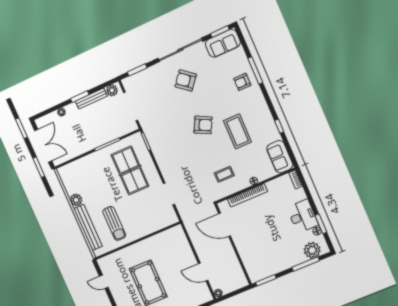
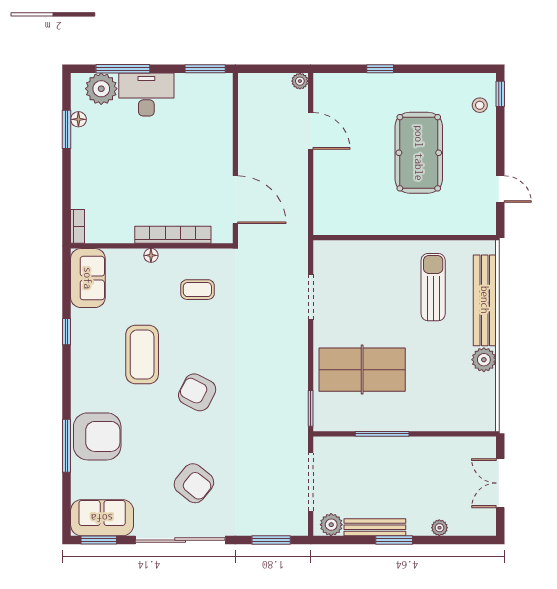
armchair: (242, 82) -> (97, 436), width x1.88, depth x1.88
double door: (43, 146) -> (500, 483), width x0.73
table tennis table: (130, 171) -> (362, 370), turned 90
desk: (303, 216) -> (146, 95), moved, turned 90

